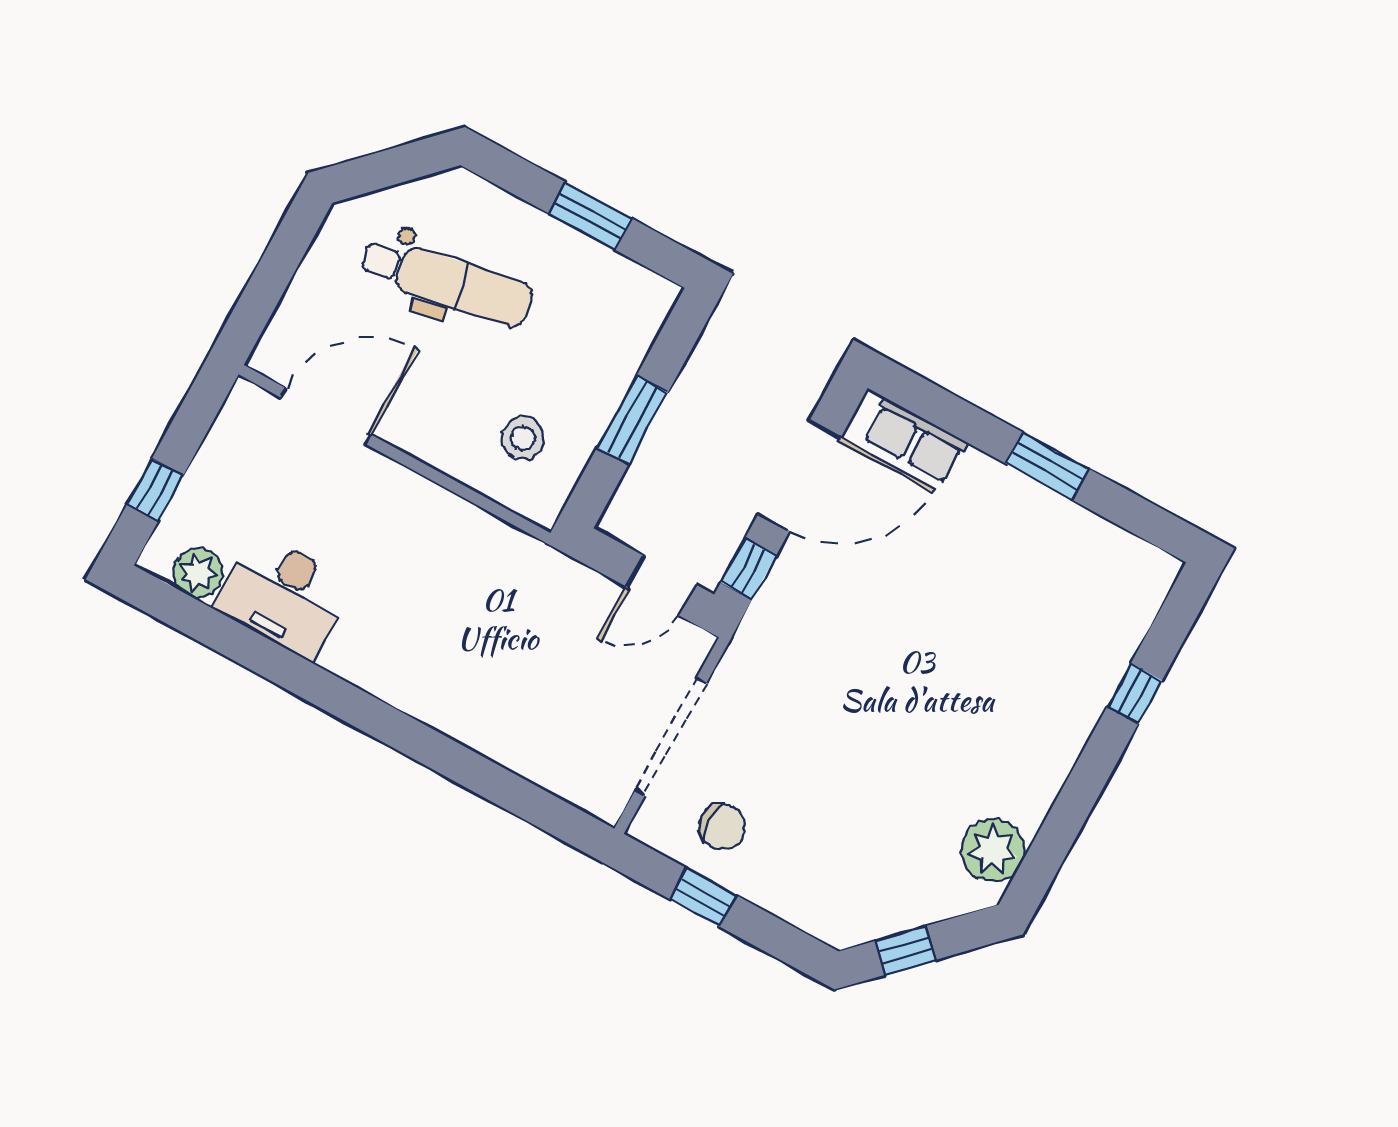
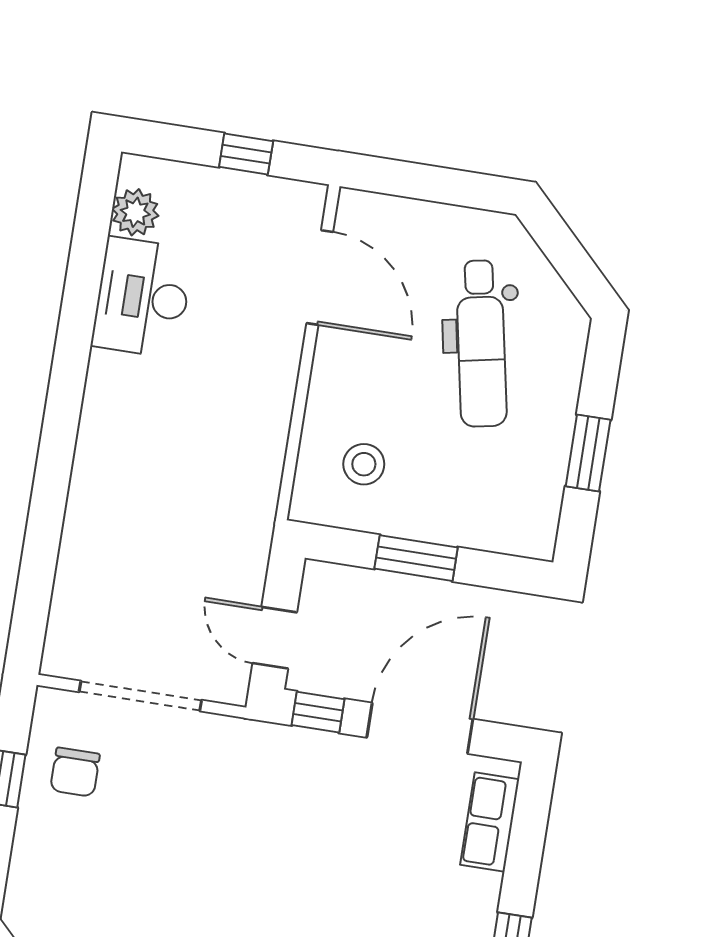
door: (800, 476) -> (420, 728), swing flipped
window: (155, 490) -> (246, 154), moved

